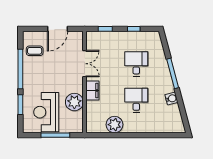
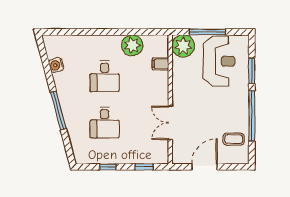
filing cabinet: (92, 90) -> (160, 64), moved, width x0.50
water cooler: (171, 99) -> (56, 65), moved
plant: (74, 102) -> (183, 46), moved

